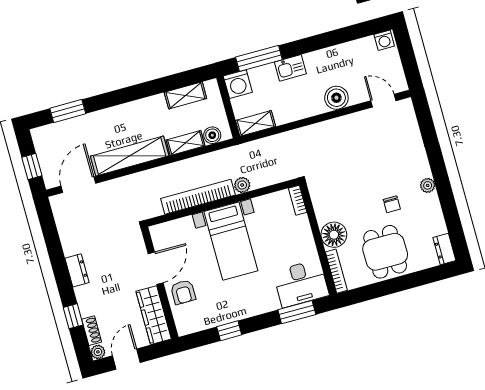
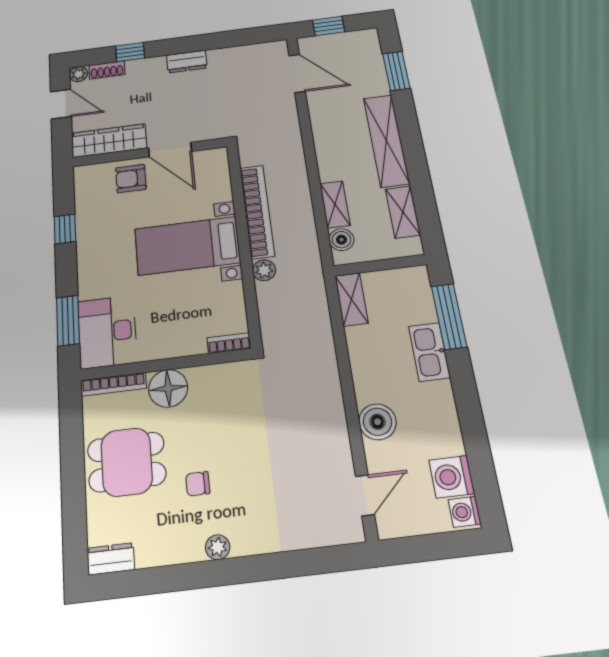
kitchen sink: (290, 68) -> (429, 352), width x1.38
washing machine: (238, 84) -> (452, 477), moved
shelving: (130, 156) -> (386, 140), moved

